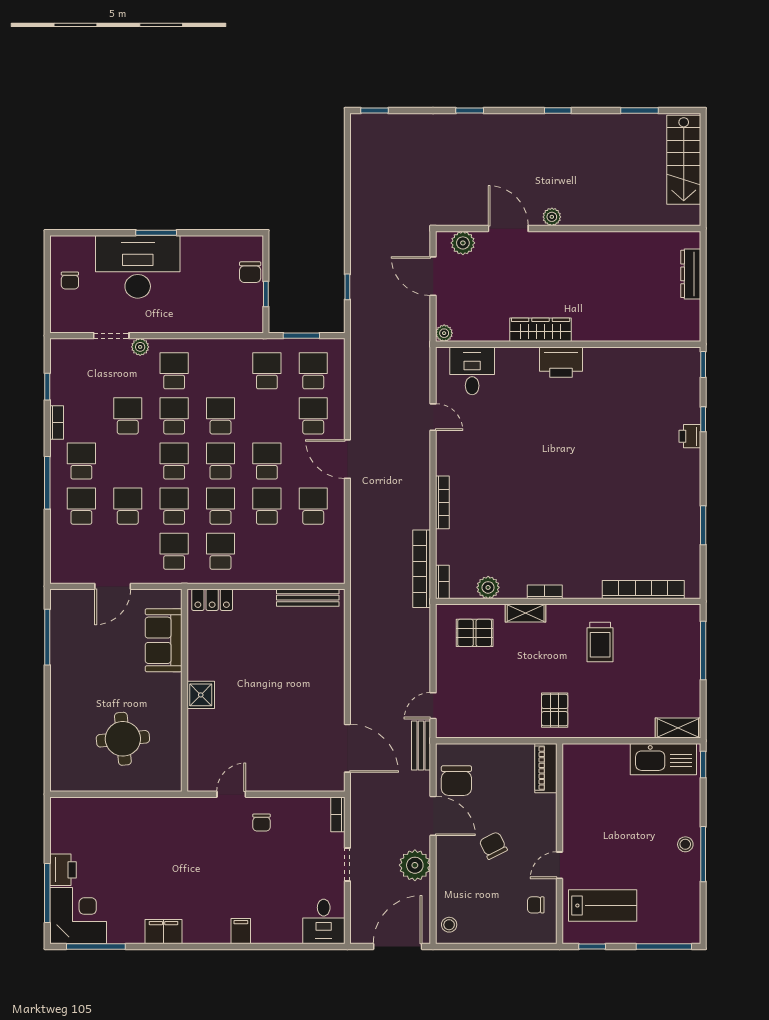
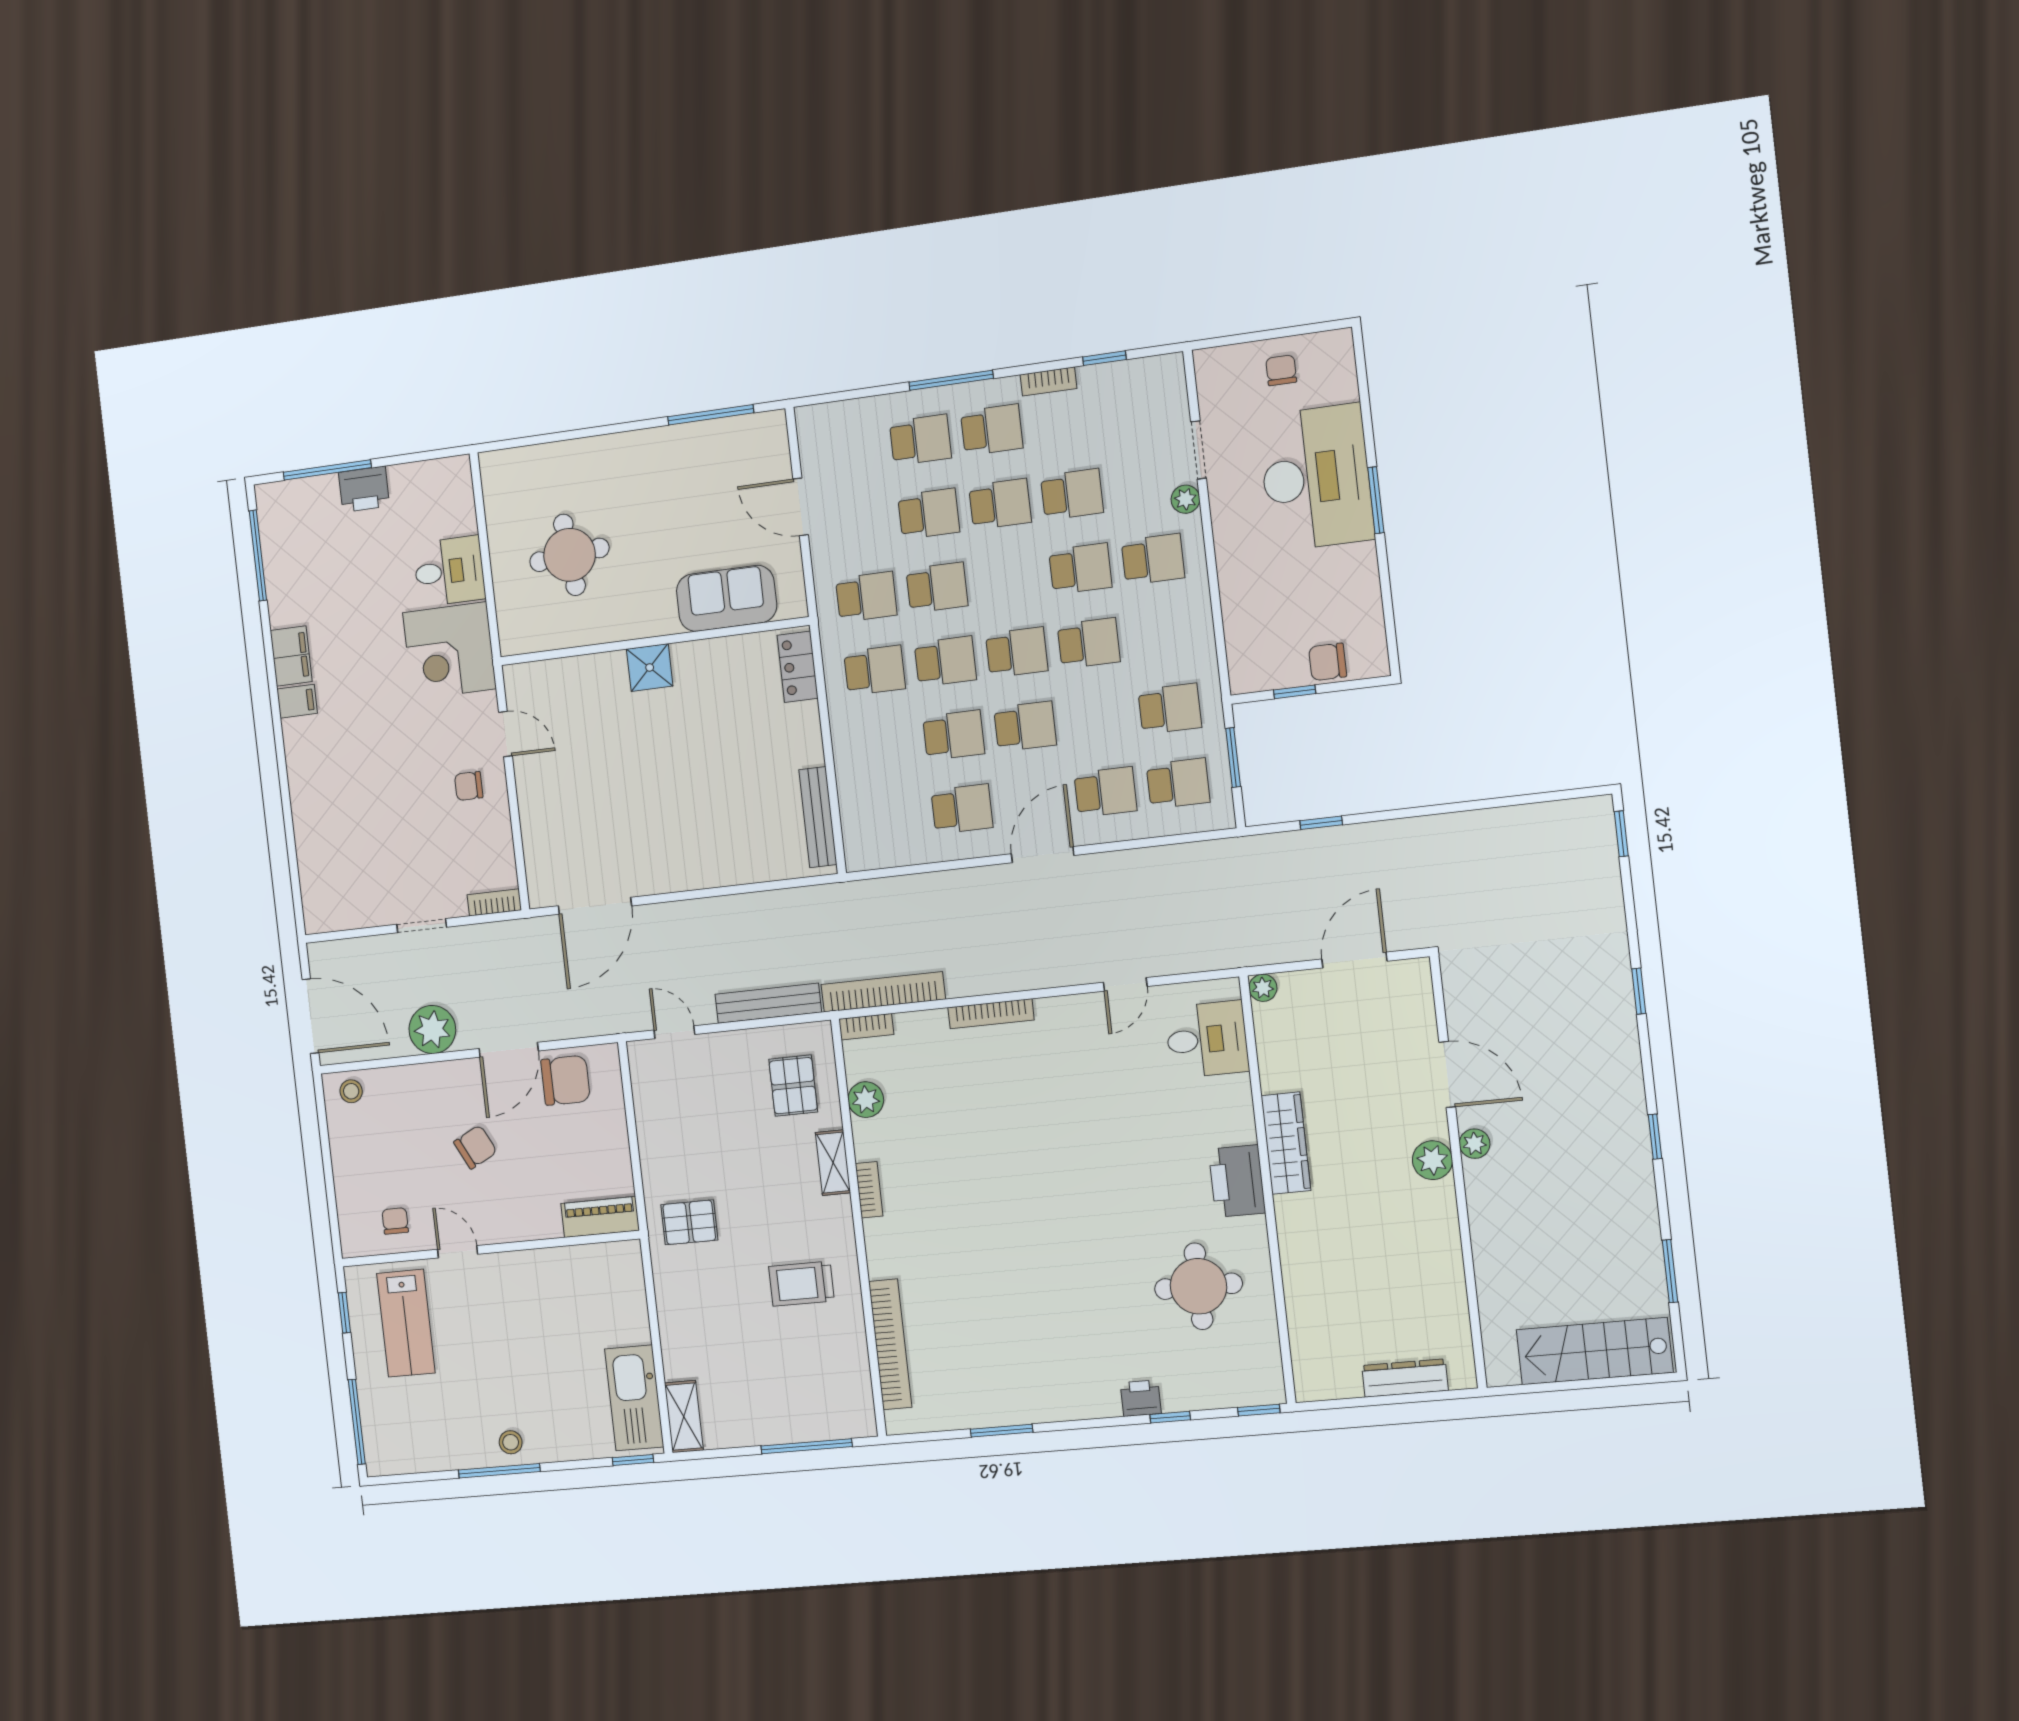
door: (508, 228) -> (1447, 1074), hinge flipped
plant: (463, 243) -> (1432, 1160), moved
chair: (70, 280) -> (1281, 370), turned 90
round table: (624, 393) -> (1199, 1286), added
school desk: (174, 461) -> (1000, 504), moved
bench: (421, 745) -> (768, 1003), moved, width x1.36
chair: (456, 781) -> (565, 1080), turned 180
corner desk: (78, 916) -> (449, 651), moved, turned 90
desk: (324, 921) -> (449, 571), moved, turned 180
filing cabinet: (241, 931) -> (297, 701), moved

